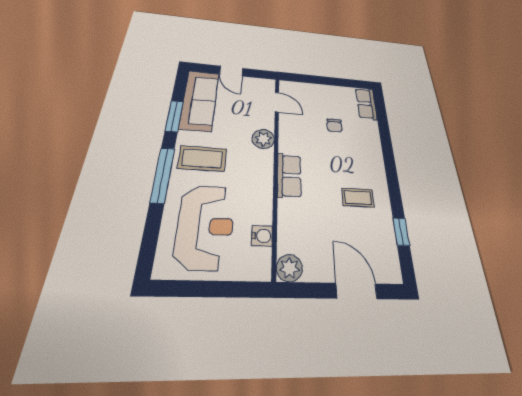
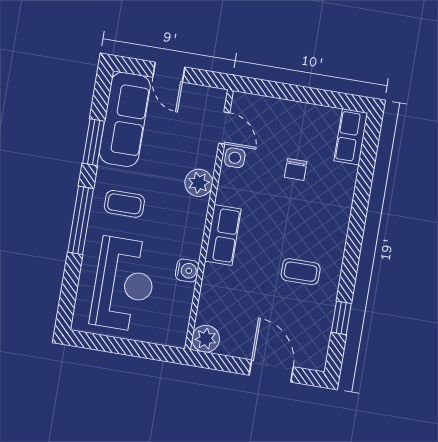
side table: (288, 121) -> (235, 158), added
coffee table: (202, 159) -> (124, 204), width x0.73, depth x0.77
water cooler: (262, 236) -> (187, 270), moved

